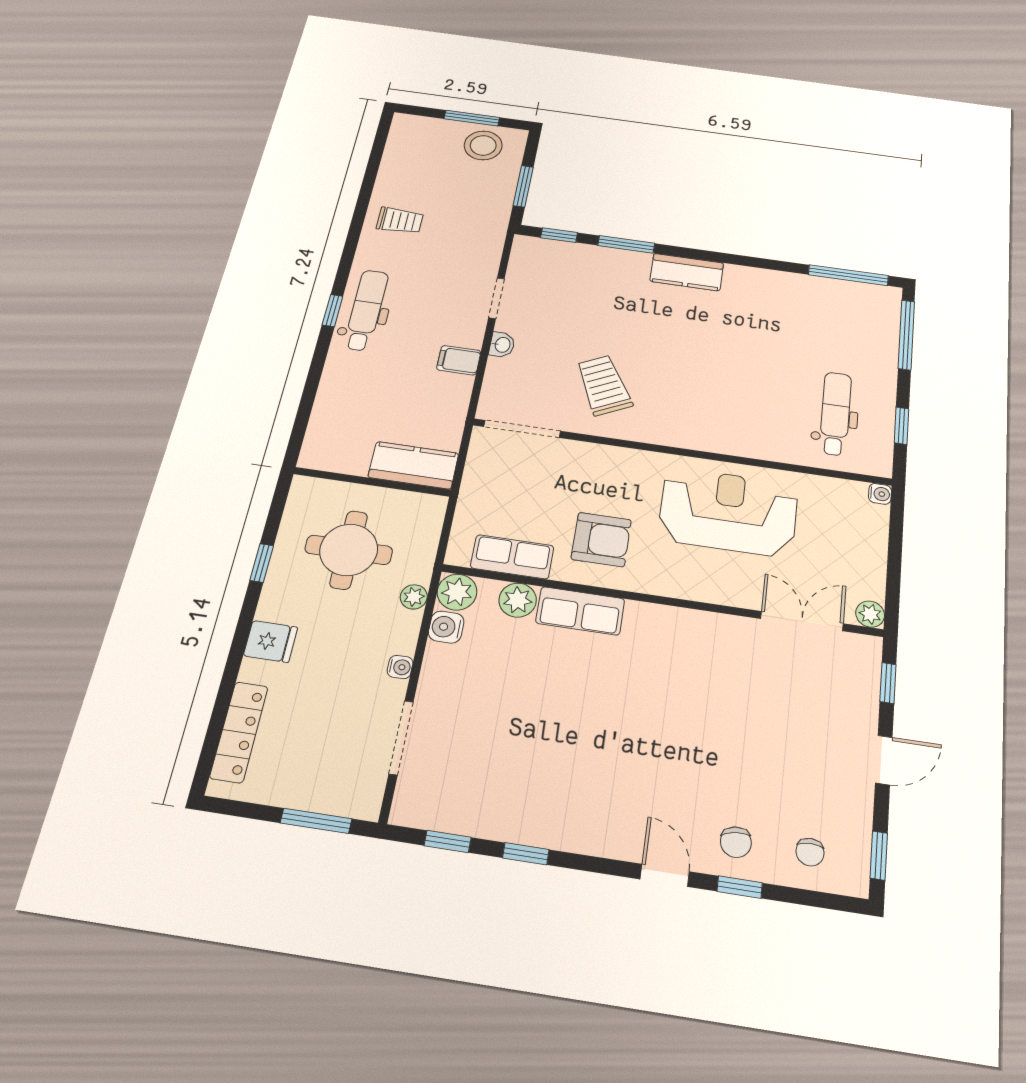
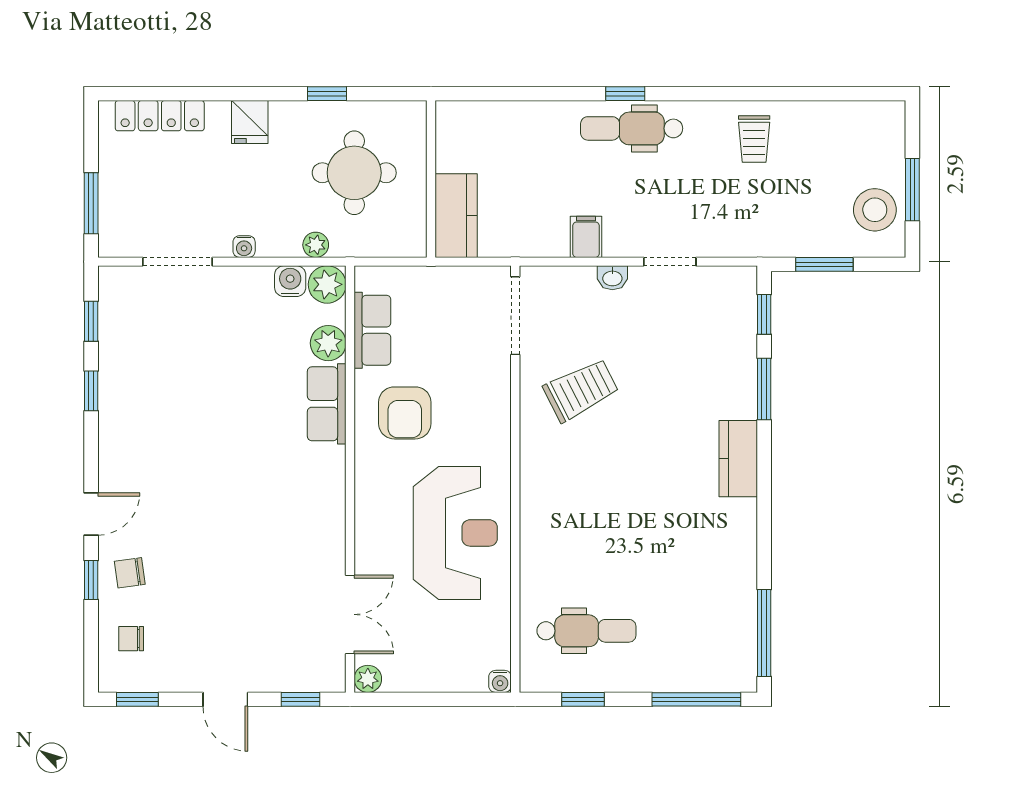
dental chair: (366, 310) -> (632, 128), turned 180

